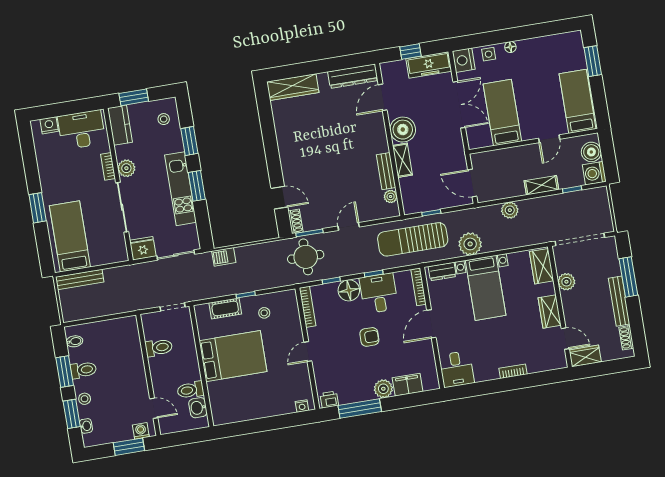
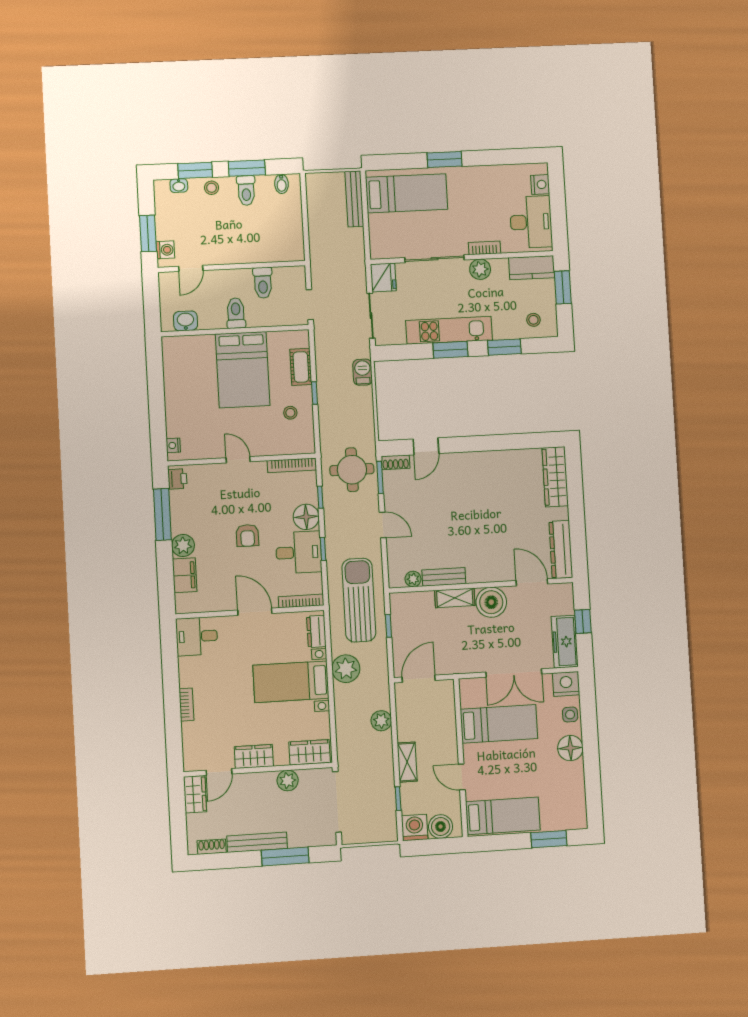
floor lamp: (510, 47) -> (570, 748), width x1.89, depth x1.89
toilet: (190, 390) -> (236, 313), moved

